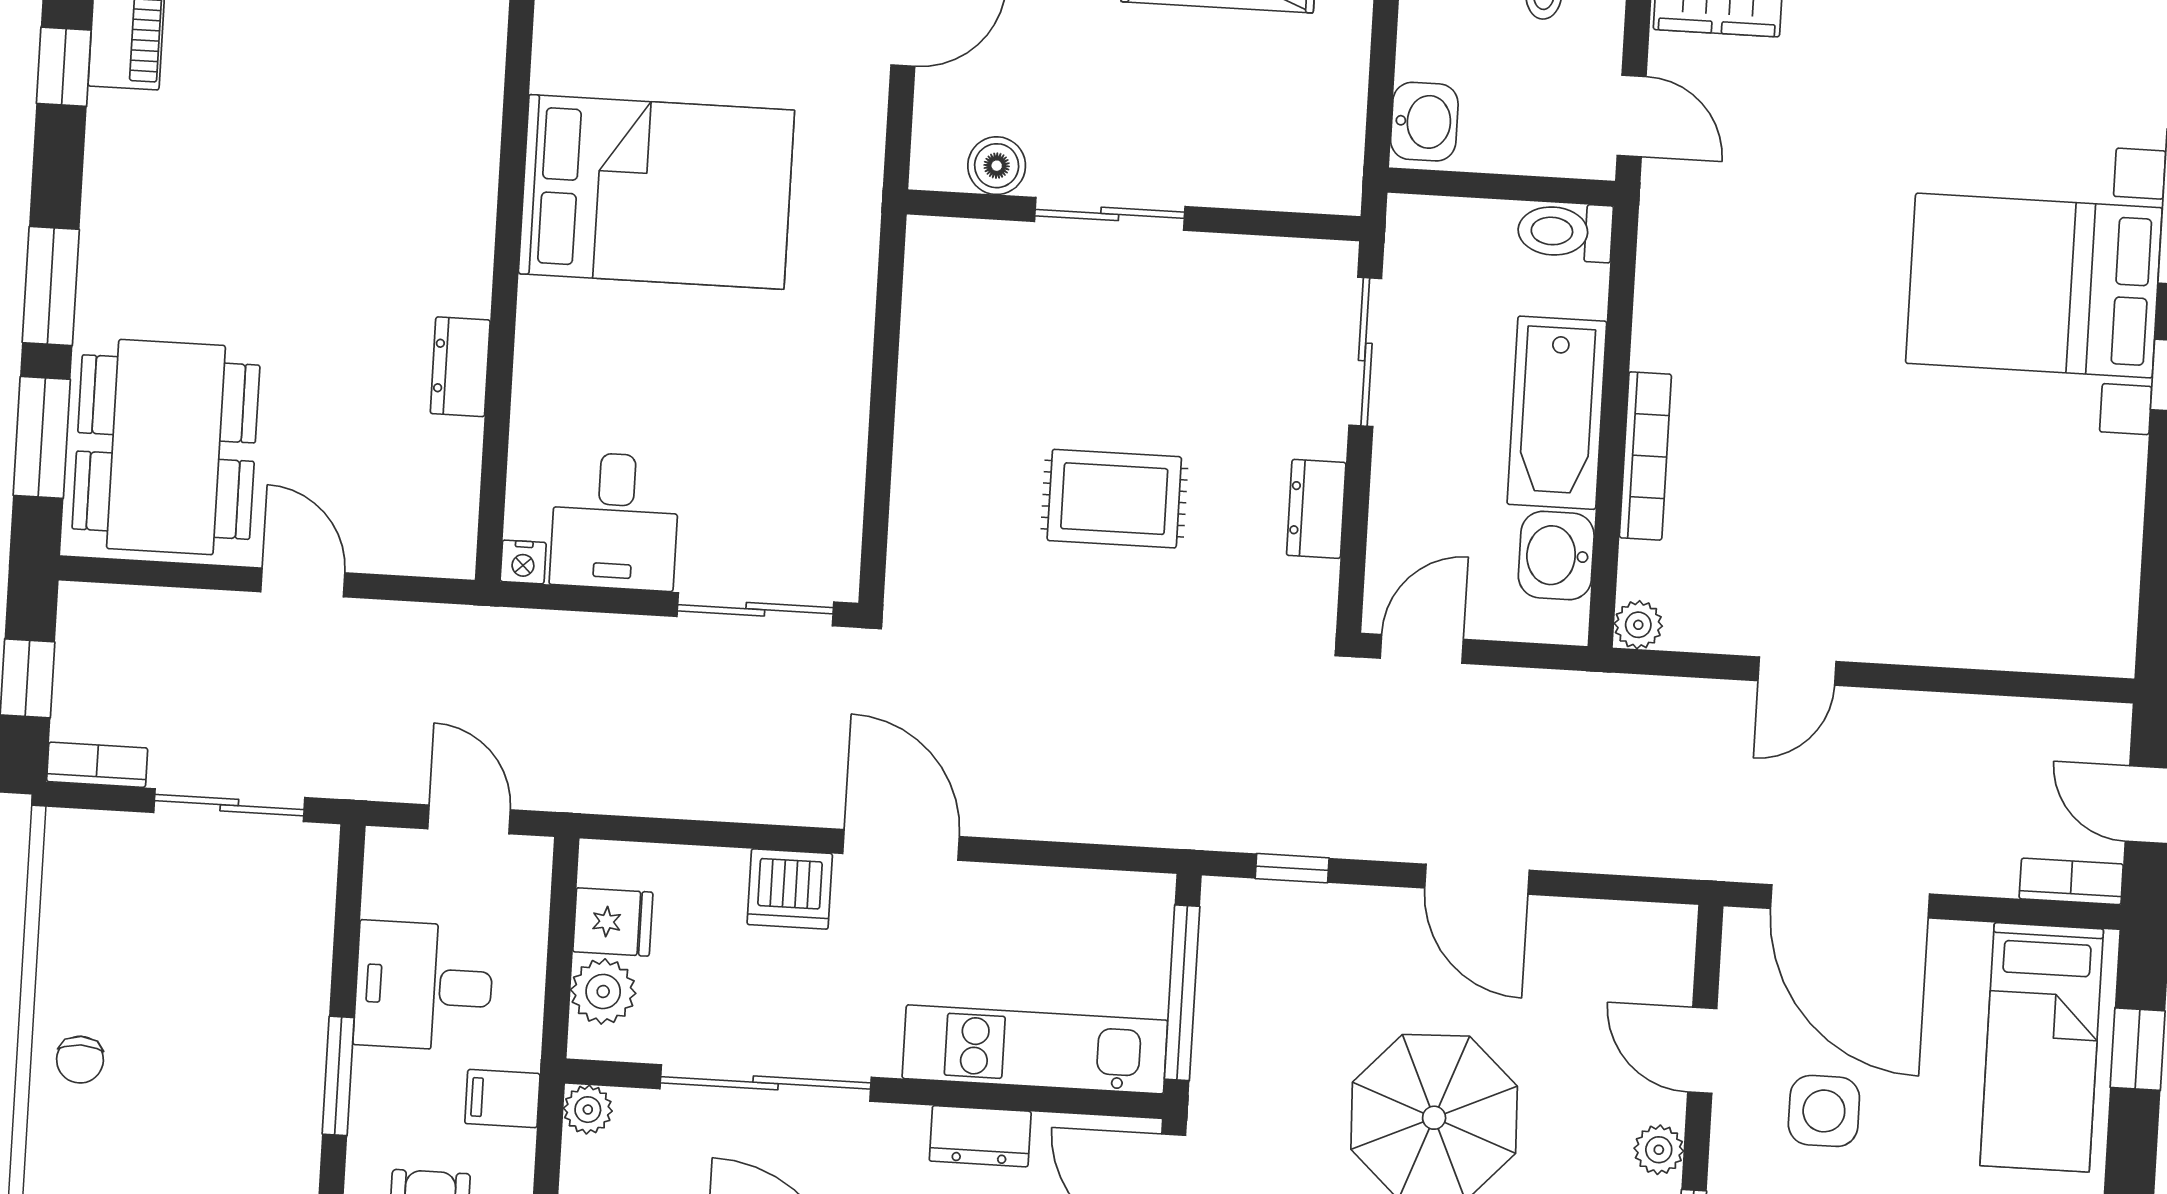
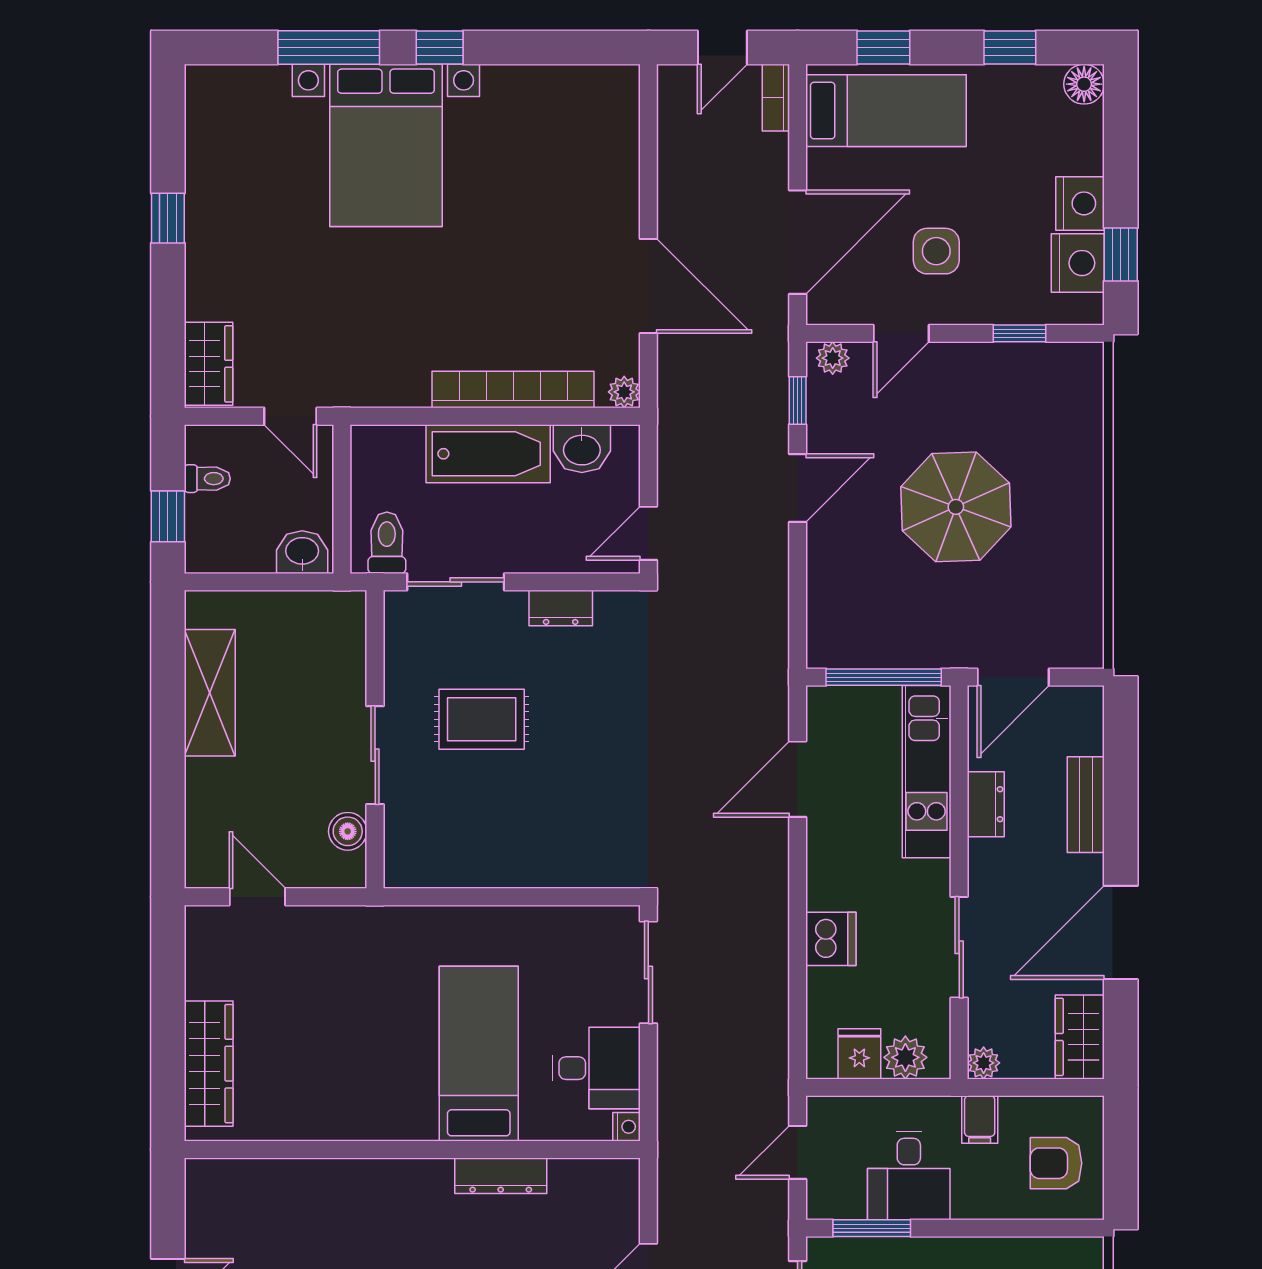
door: (1632, 116) -> (290, 416), swing flipped
bed: (656, 192) -> (479, 1054), moved, width x0.67
toilet: (1565, 232) -> (387, 543), moved, turned 180
dresser: (460, 367) -> (501, 1176), width x1.44
bookcase: (1645, 456) -> (513, 390), width x1.48, depth x1.31
rug: (1114, 499) -> (482, 719), moved, turned 90
door: (1422, 649) -> (648, 533), hinge flipped
door: (1797, 671) -> (648, 286), width x1.88
door: (901, 845) -> (798, 779), moved
window: (1292, 868) -> (798, 401), moved
window: (338, 1076) -> (872, 1228), moved
sliding door: (766, 1083) -> (959, 947), width x0.73
plant: (1659, 1150) -> (833, 358), moved

